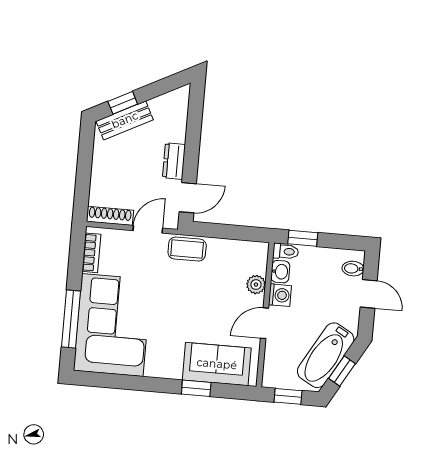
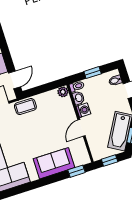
window: (303, 238) -> (93, 73), moved
plant: (256, 285) -> (63, 92), moved
sofa: (217, 364) -> (54, 163), moved
window: (196, 388) -> (77, 171), moved

